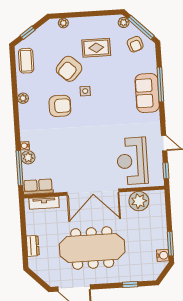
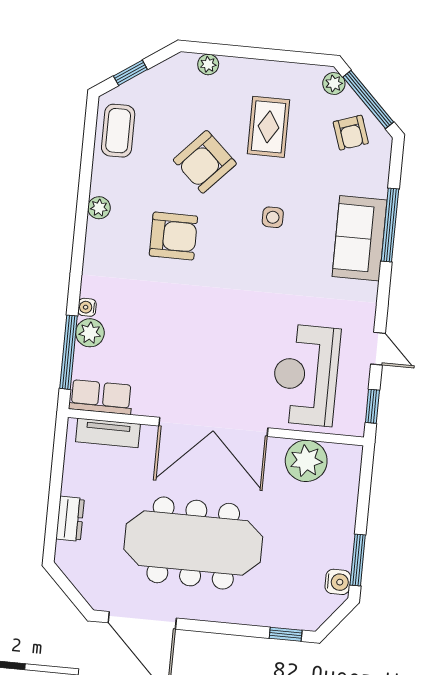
rug: (96, 48) -> (268, 127), turned 90
side table: (85, 91) -> (273, 217), moved
window: (130, 284) -> (286, 634), moved

